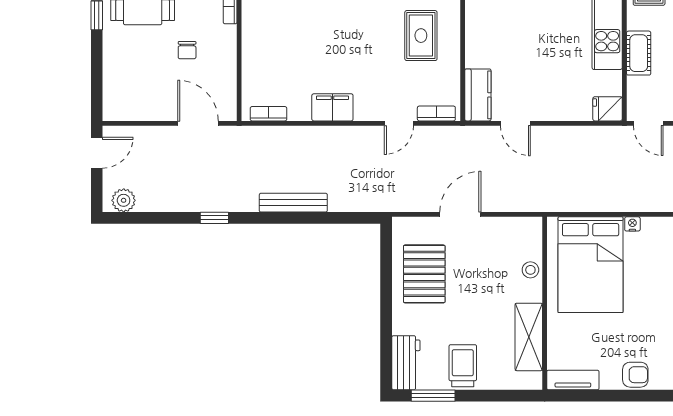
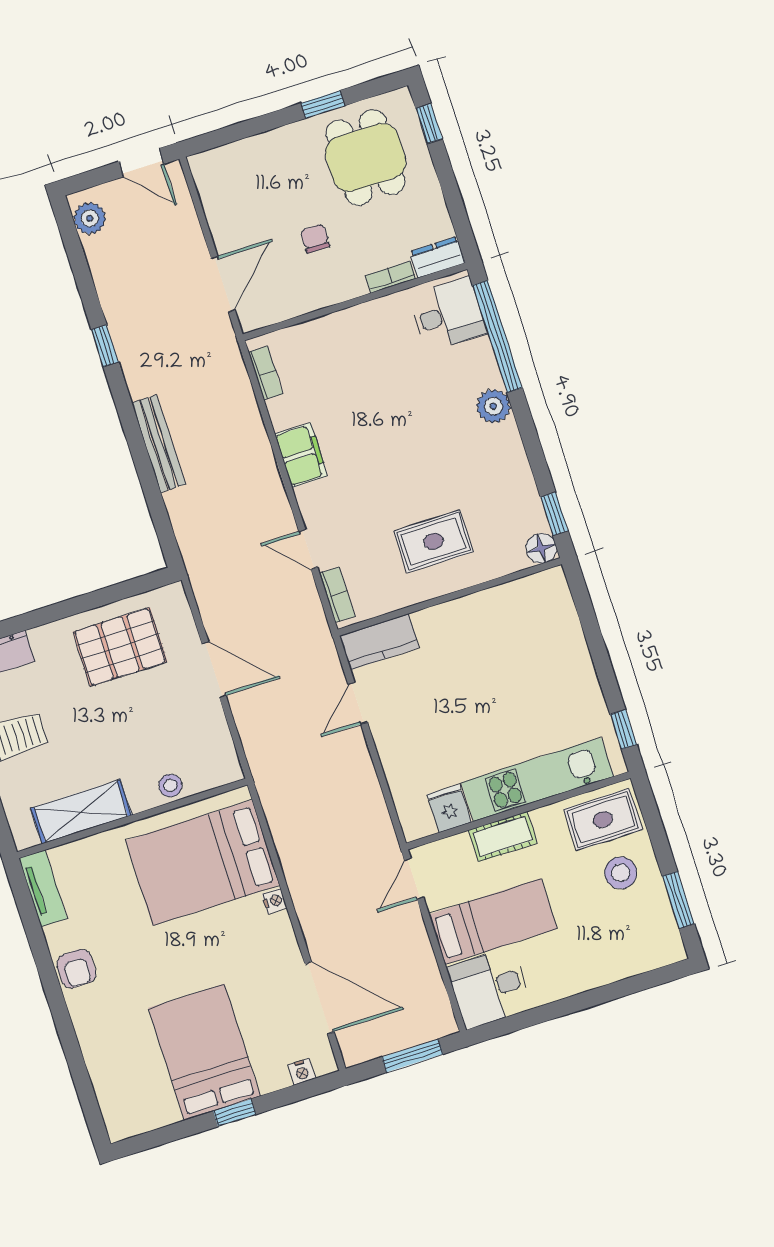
chair: (187, 50) -> (315, 238), turned 90
fridge: (608, 109) -> (449, 808), moved

